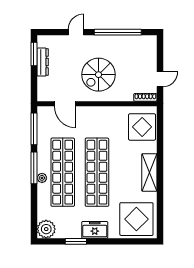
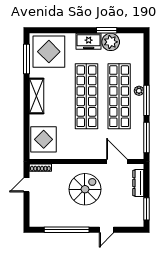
dresser: (43, 62) -> (138, 183), moved
window: (160, 211) -> (26, 59), added
plant: (46, 229) -> (111, 42), moved

